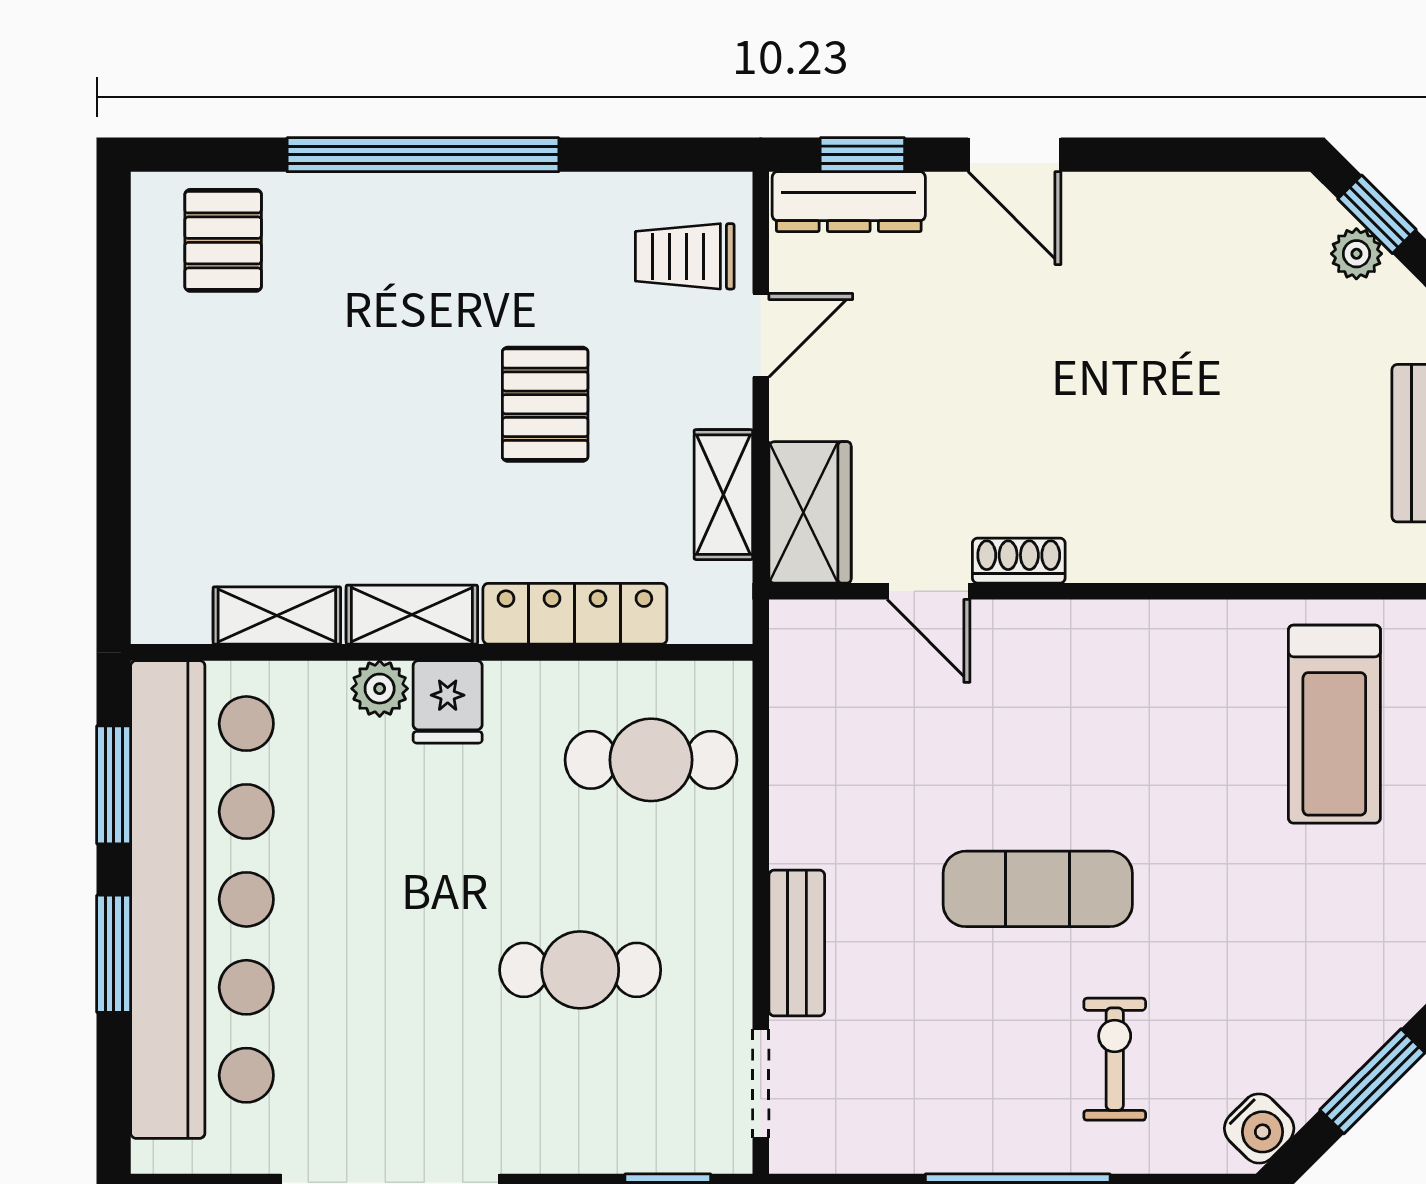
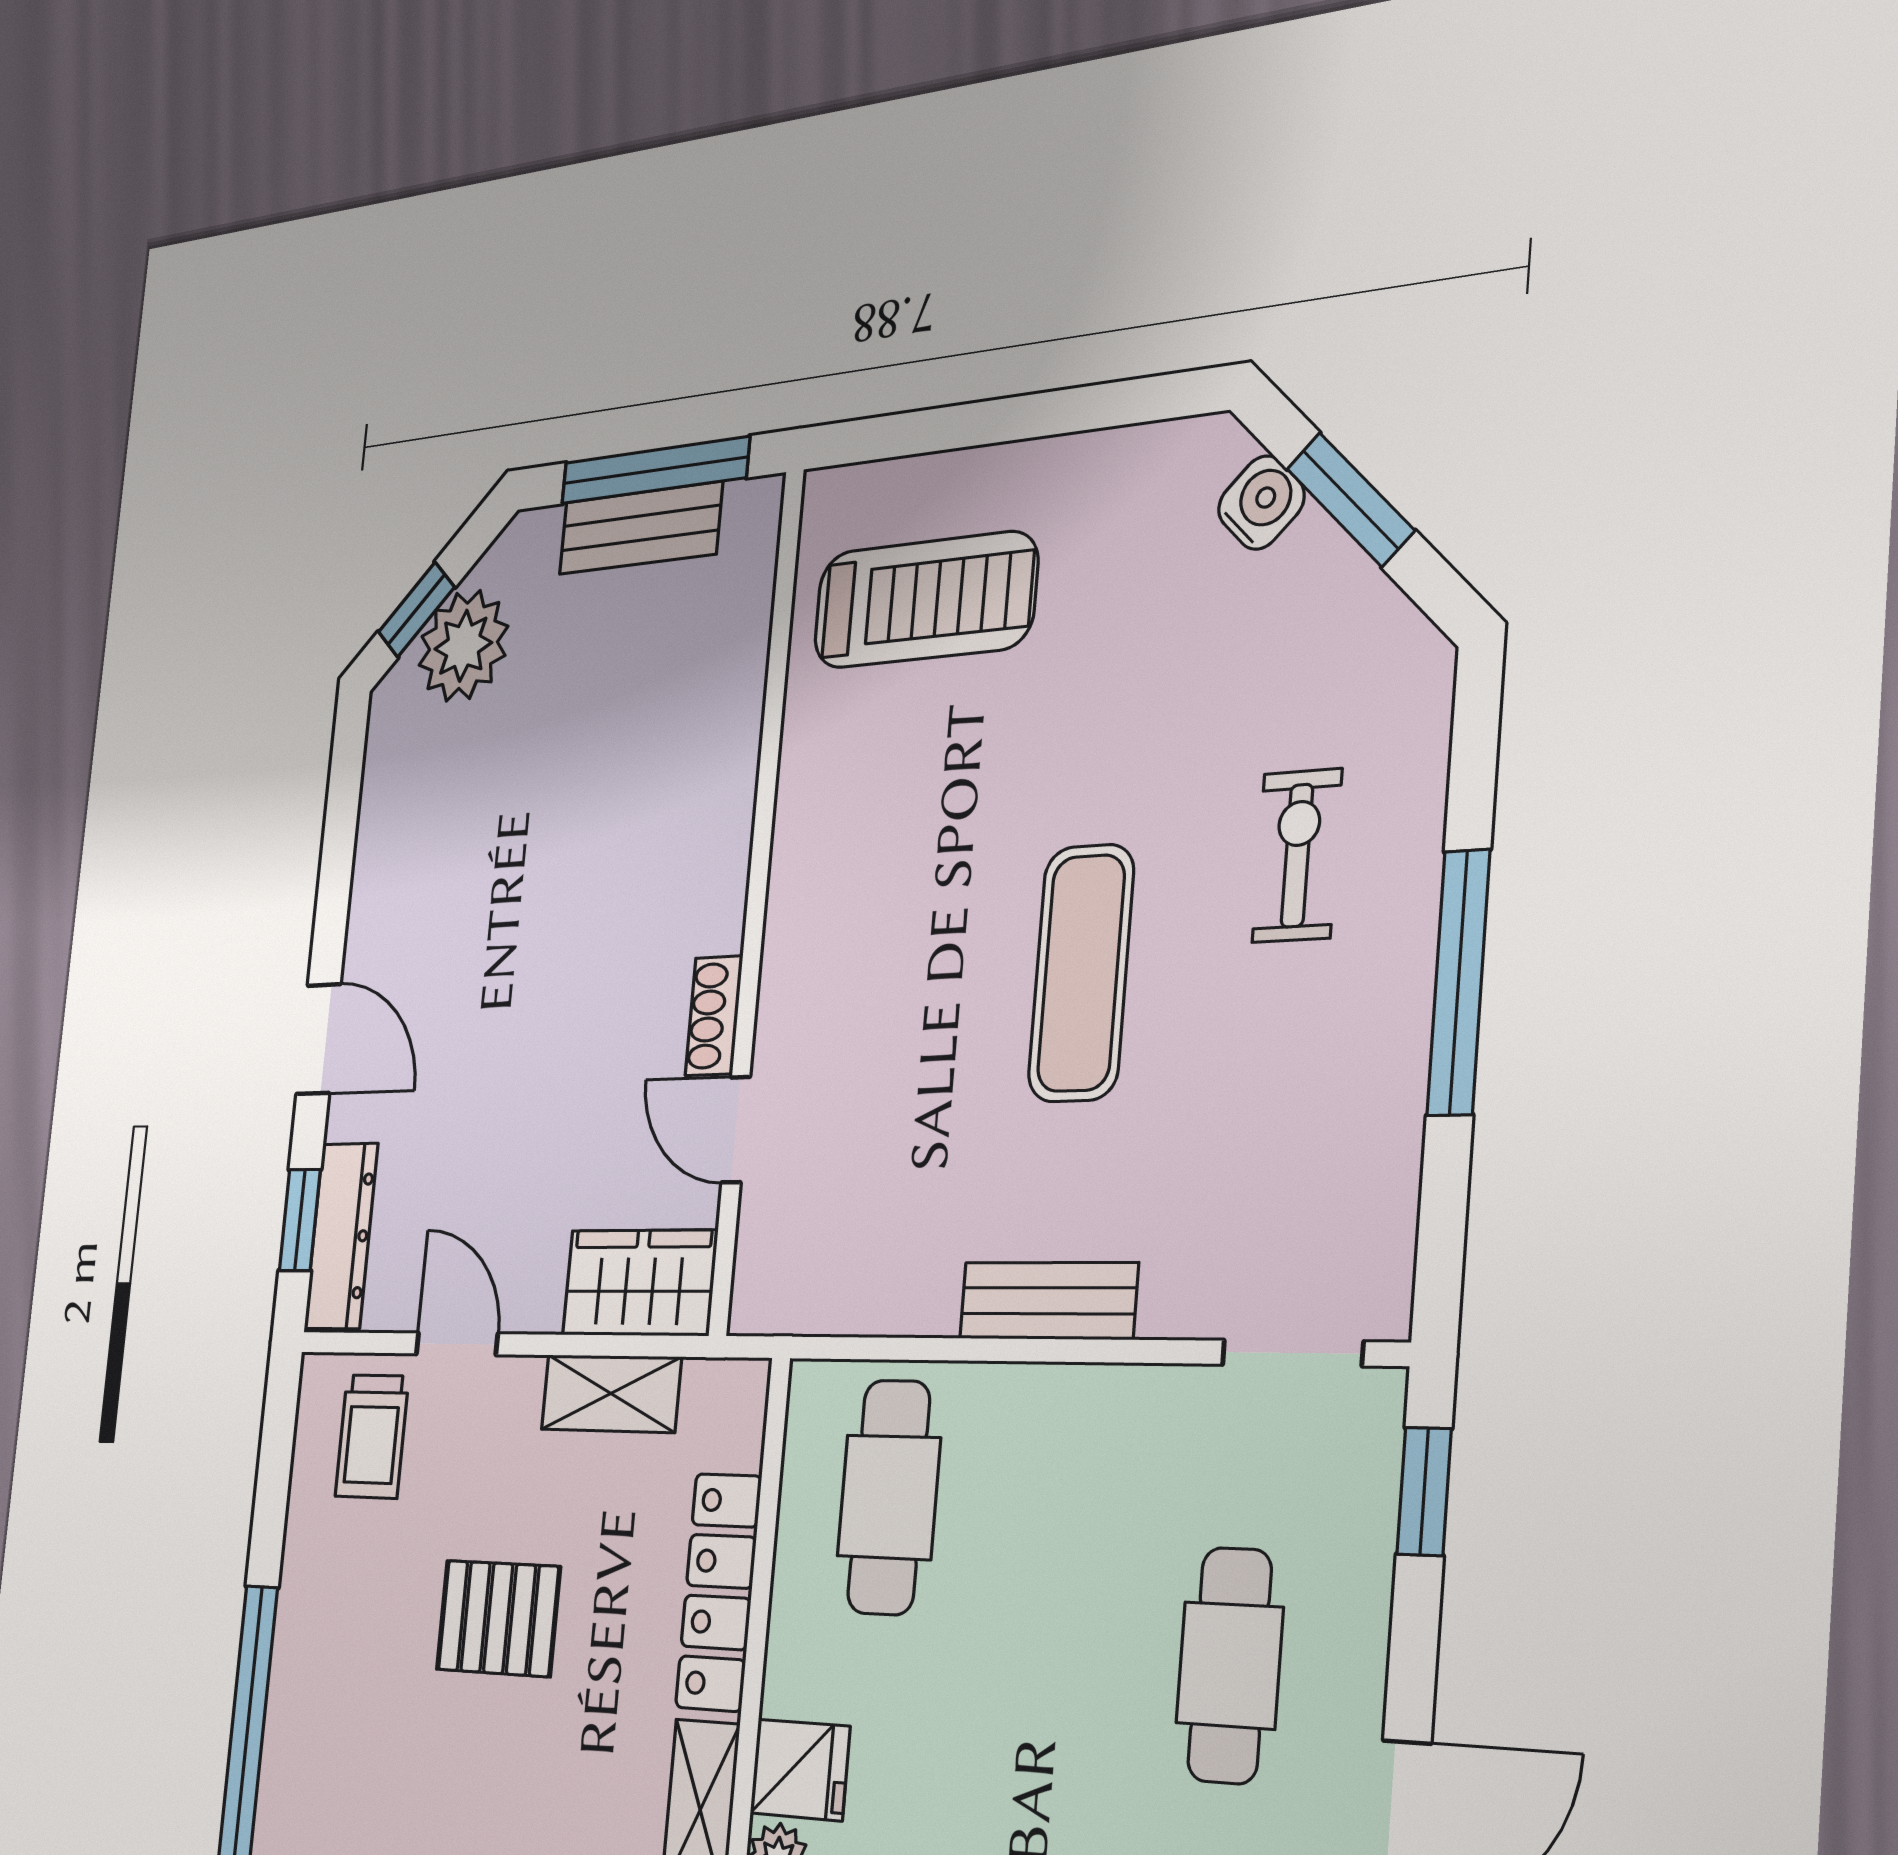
door: (1015, 155) -> (318, 1039), hinge flipped
plant: (1356, 254) -> (463, 646), width x1.87, depth x1.87
door: (929, 591) -> (736, 1130), swing flipped
bench: (797, 943) -> (1048, 1301), moved
cafe table: (580, 970) -> (1230, 1665), moved
exercise bike: (1115, 1059) -> (1297, 856), turned 90
water cooler: (1259, 1128) -> (1261, 503), moved

